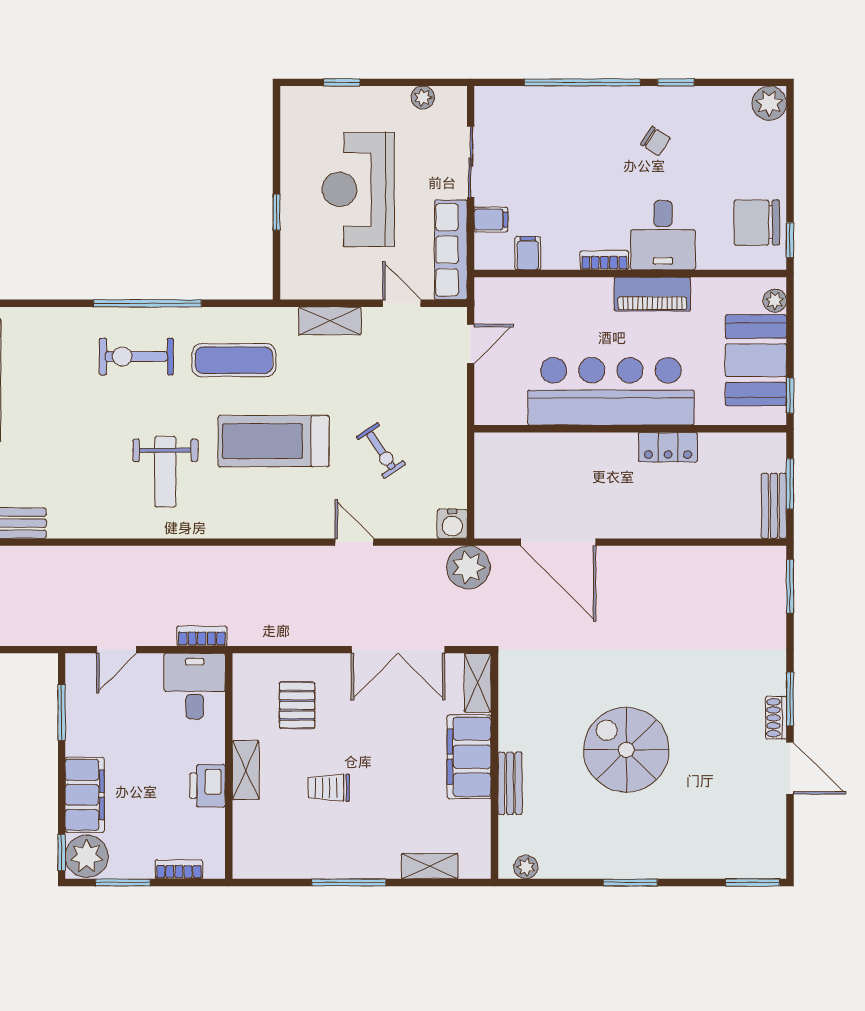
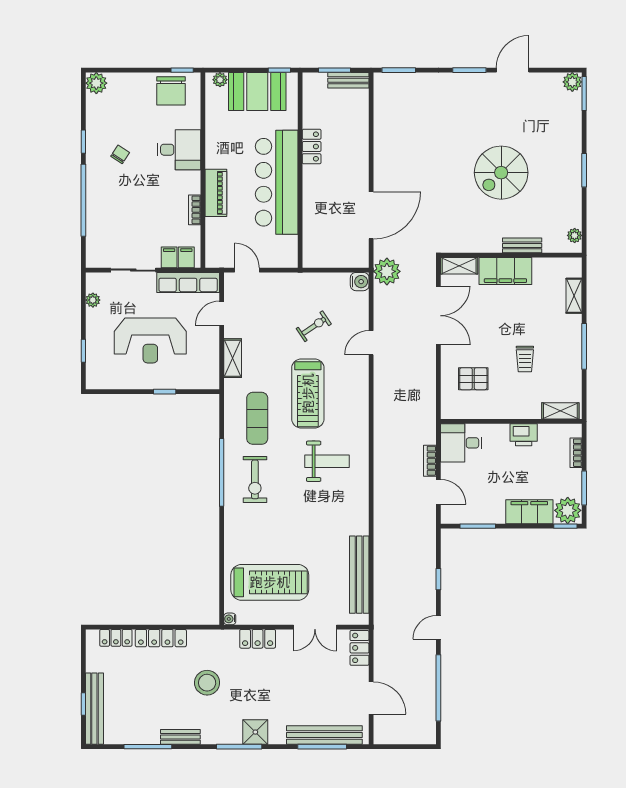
filing cabinet: (528, 253) -> (186, 257), moved, turned 90
bookcase: (604, 260) -> (195, 210), moved
piano: (652, 294) -> (216, 193), moved
bookcase: (202, 636) -> (430, 461), moved
shoe rack: (776, 718) -> (481, 79), removed
shelving: (246, 770) -> (560, 411), moved
plant: (771, 864) -> (572, 82), added

